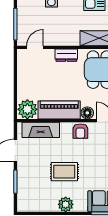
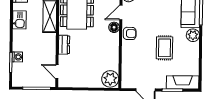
piano: (59, 110) -> (111, 52), removed
fireplace: (41, 130) -> (183, 82), moved, turned -90
plant: (66, 204) -> (193, 35), moved

